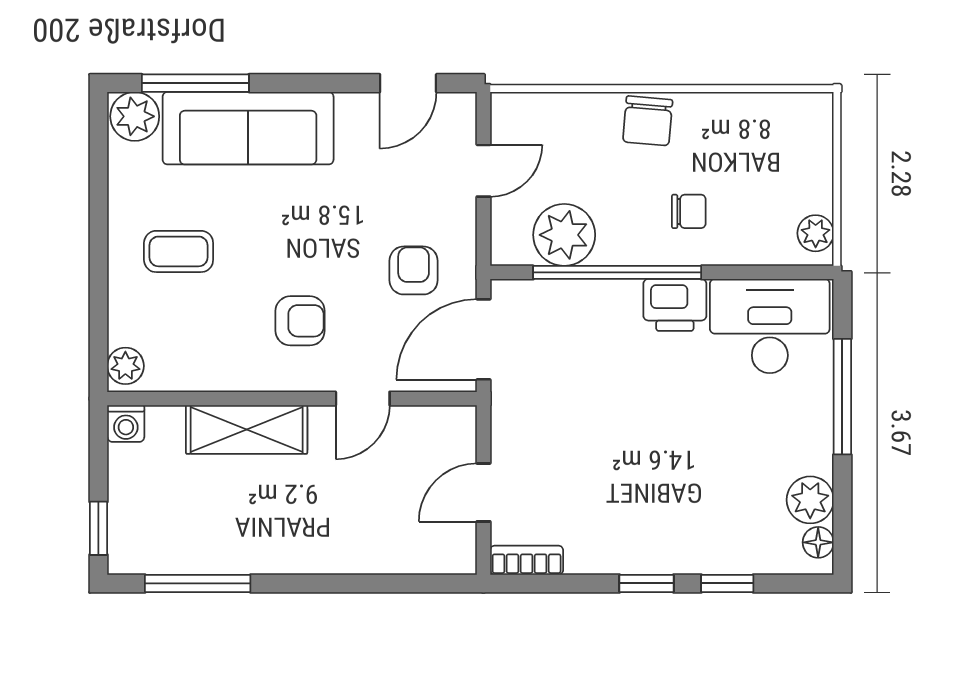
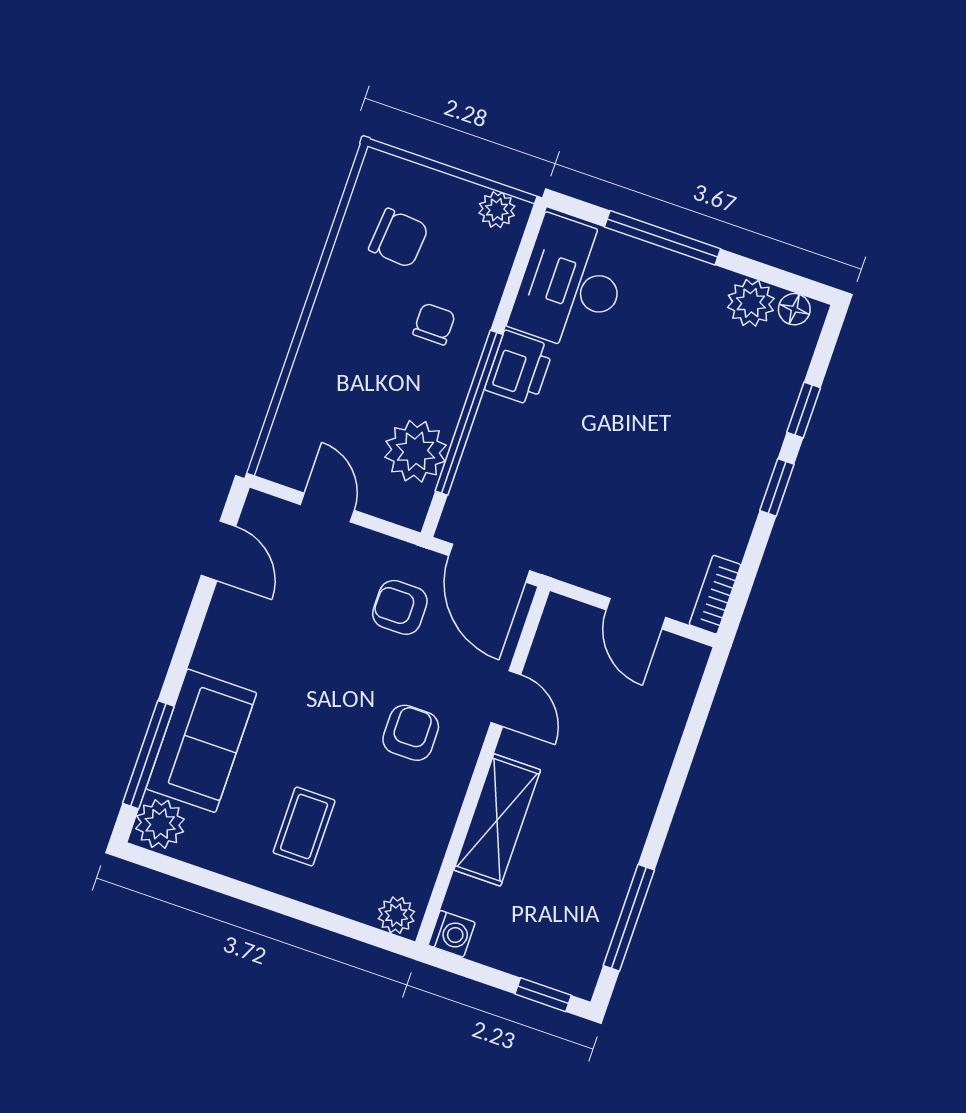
chair: (648, 121) -> (399, 238), moved
sofa: (248, 128) -> (201, 741), width x0.73

